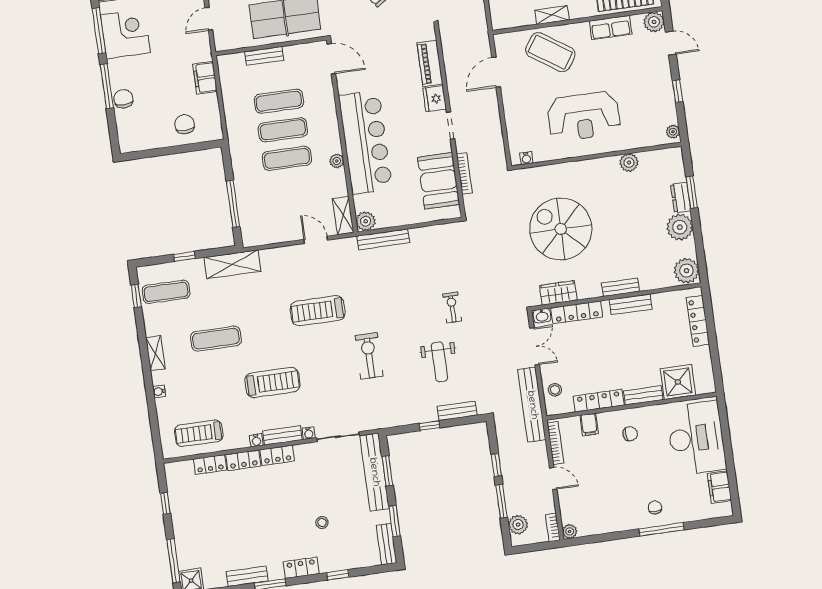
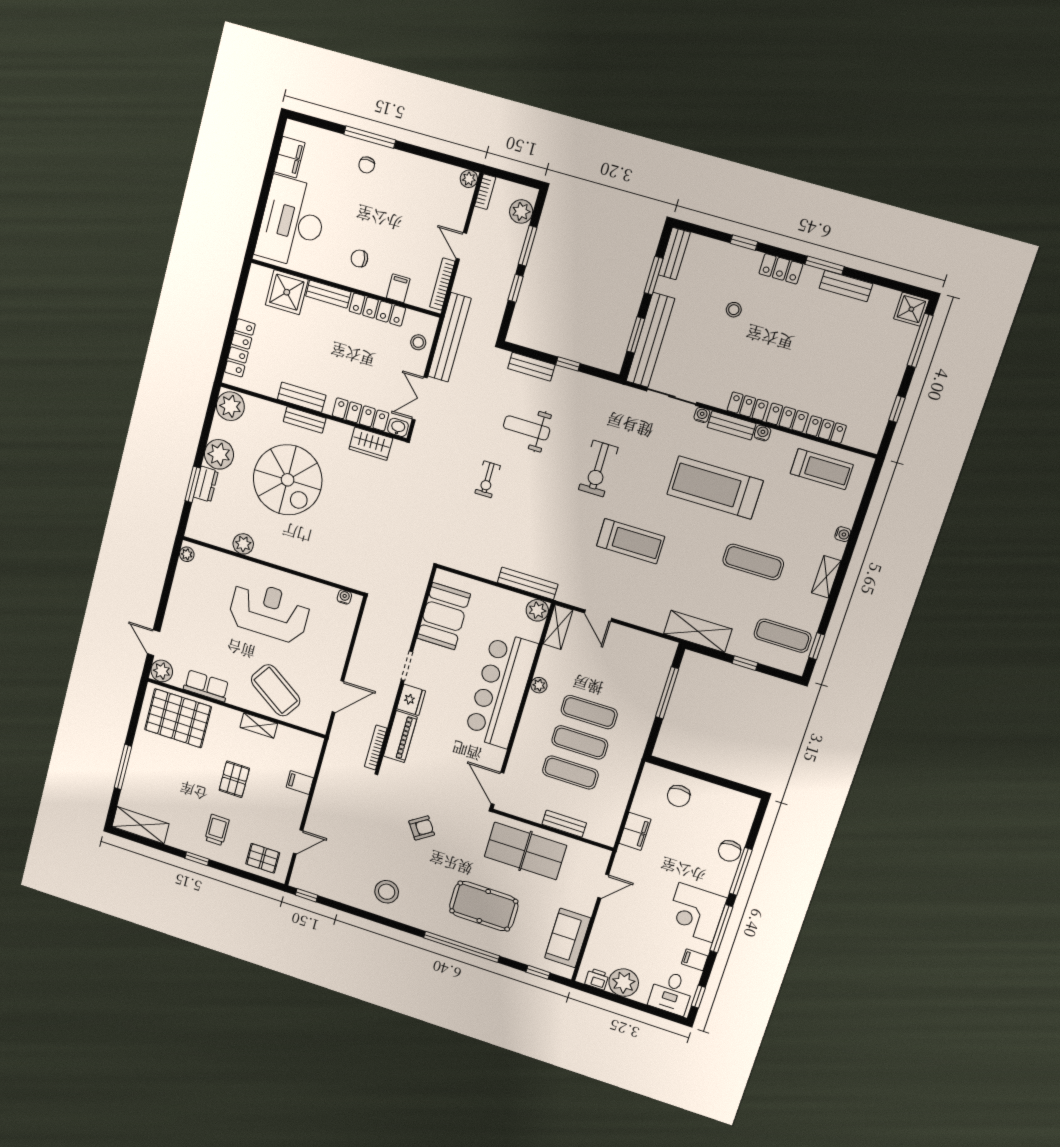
window: (678, 91) -> (166, 592), removed
bookcase: (464, 173) -> (376, 747), moved
spiral stairs: (561, 229) -> (288, 480), moved
weight bench: (439, 362) -> (527, 428), turned -90
treadmill: (273, 382) -> (715, 487), width x1.37, depth x1.38

